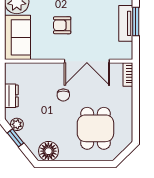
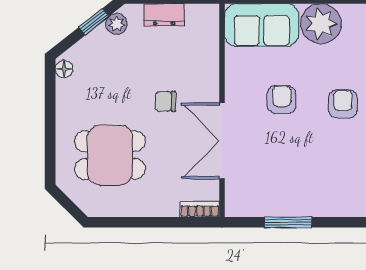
tv unit: (126, 23) -> (285, 206), removed
floor lamp: (48, 151) -> (64, 69), width x0.53, depth x0.53

